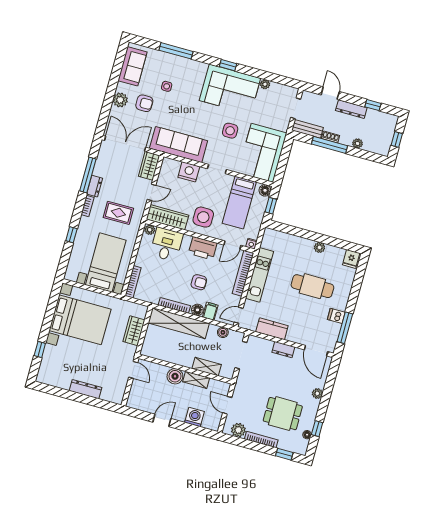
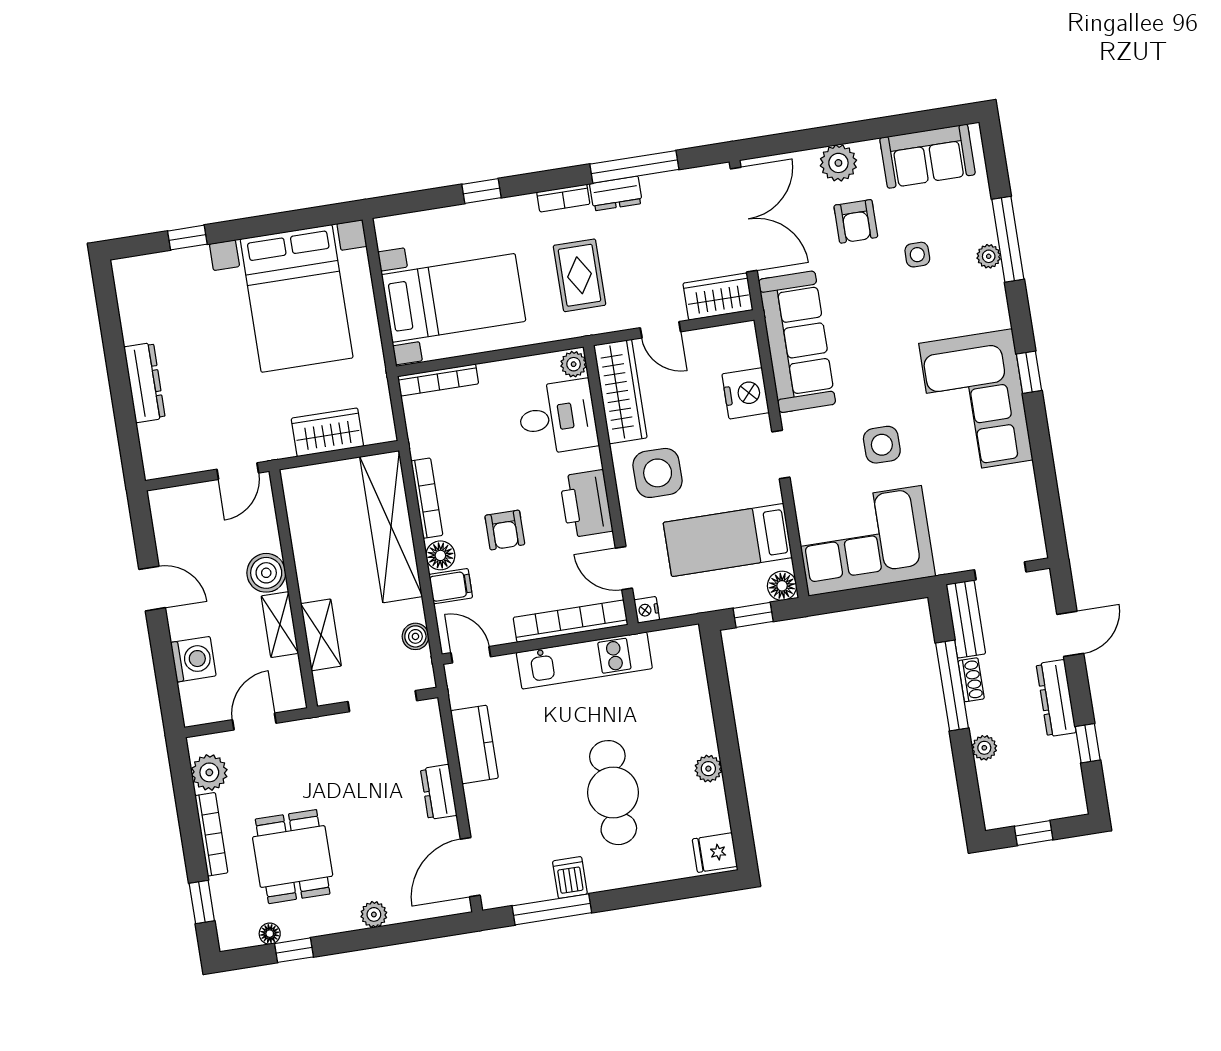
plant: (265, 84) -> (989, 256), moved

